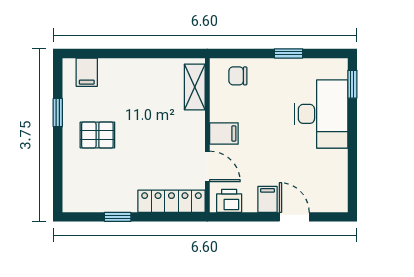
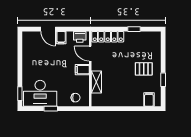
shelving: (195, 87) -> (96, 82), moved
desk: (321, 114) -> (40, 93), moved, turned -90

